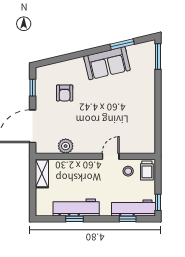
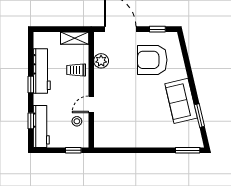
armchair: (65, 93) -> (152, 60), width x1.88, depth x1.88
door: (111, 156) -> (91, 104), swing flipped
trolley: (147, 171) -> (76, 70), moved
window: (158, 202) -> (73, 150), moved
window: (74, 219) -> (31, 84), moved

